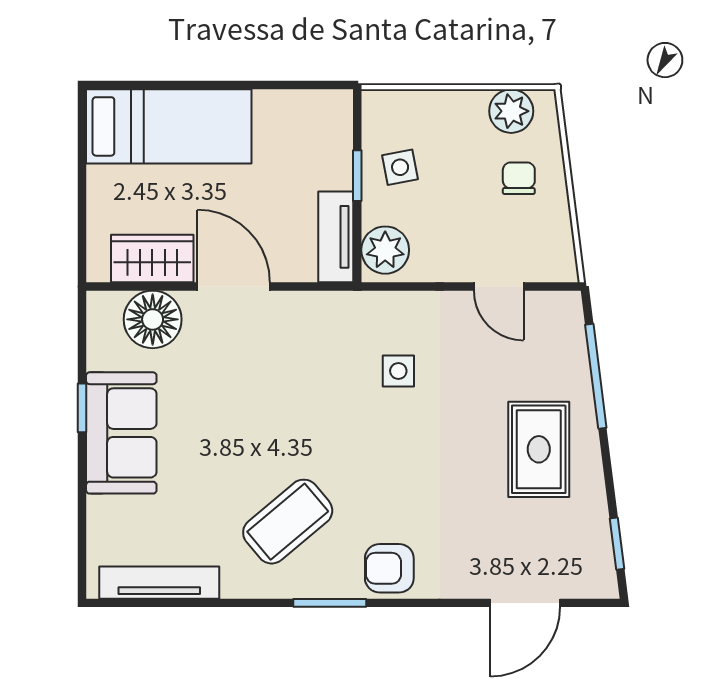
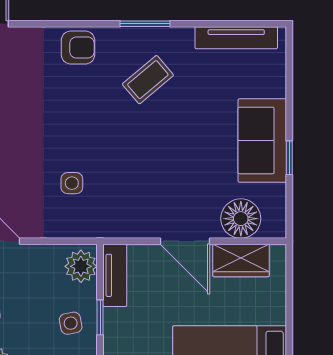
coffee table: (288, 522) -> (148, 80), width x0.73, depth x0.77
window: (330, 603) -> (145, 24), moved

